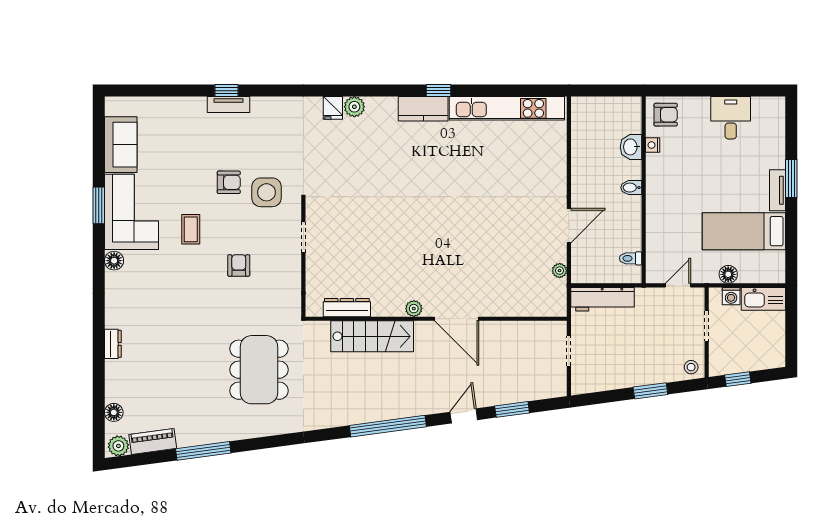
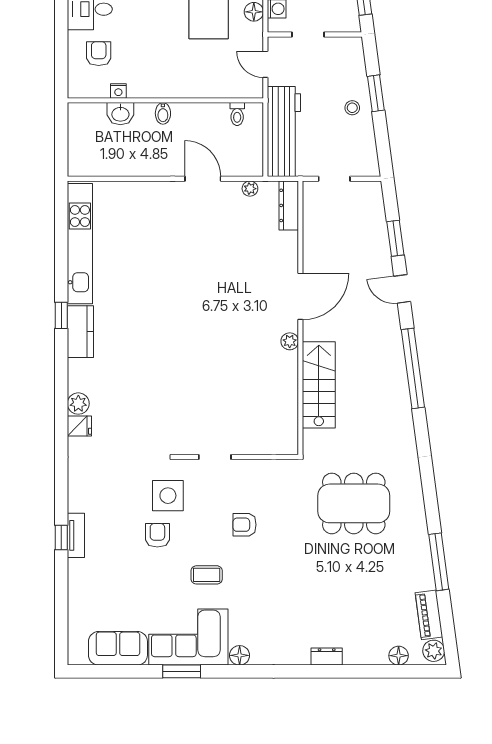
armchair: (666, 115) -> (99, 54), moved
workbench: (602, 299) -> (284, 131), width x1.36, depth x1.32
dresser: (347, 308) -> (289, 205), moved
stool: (691, 367) -> (352, 108), moved

